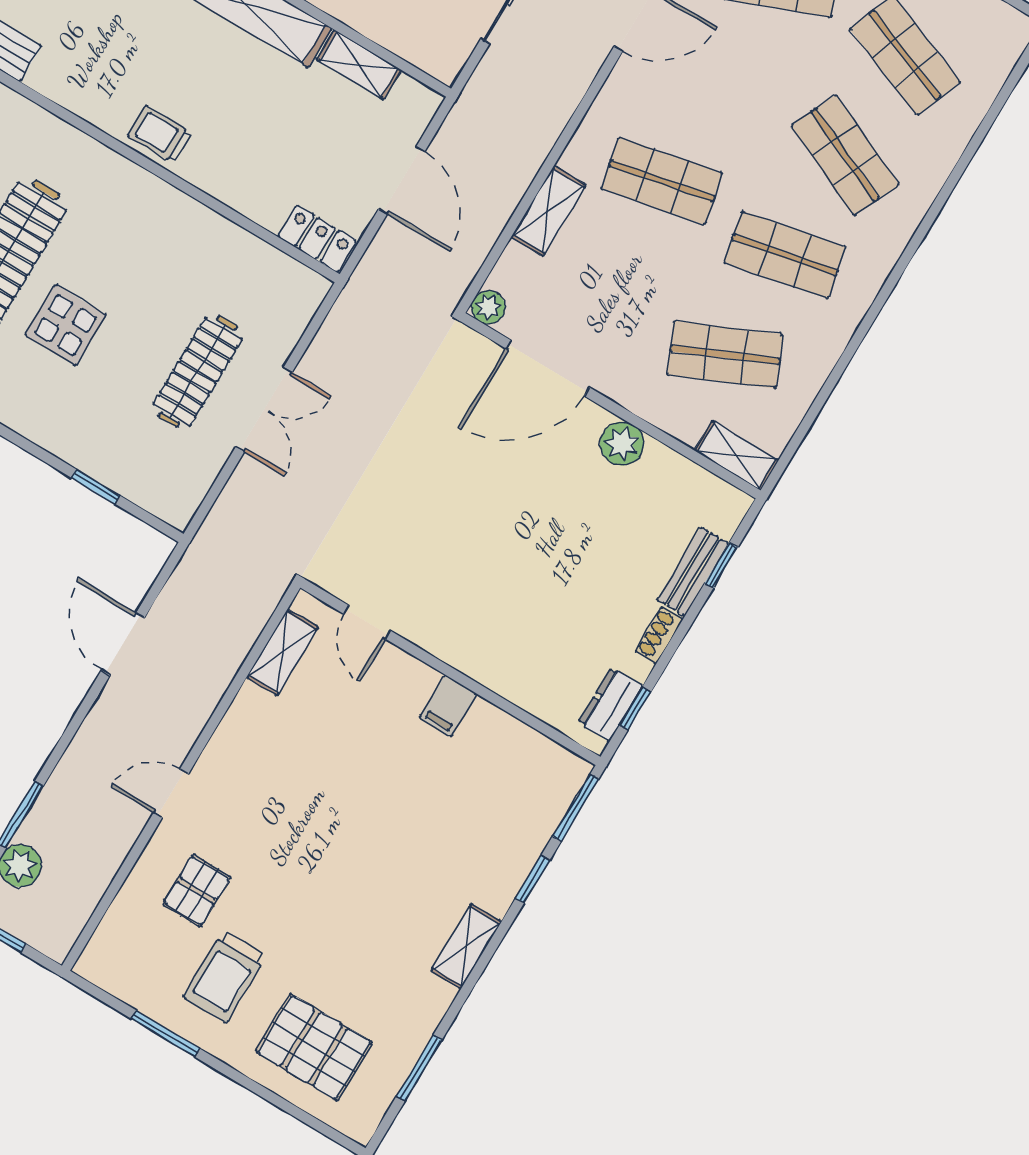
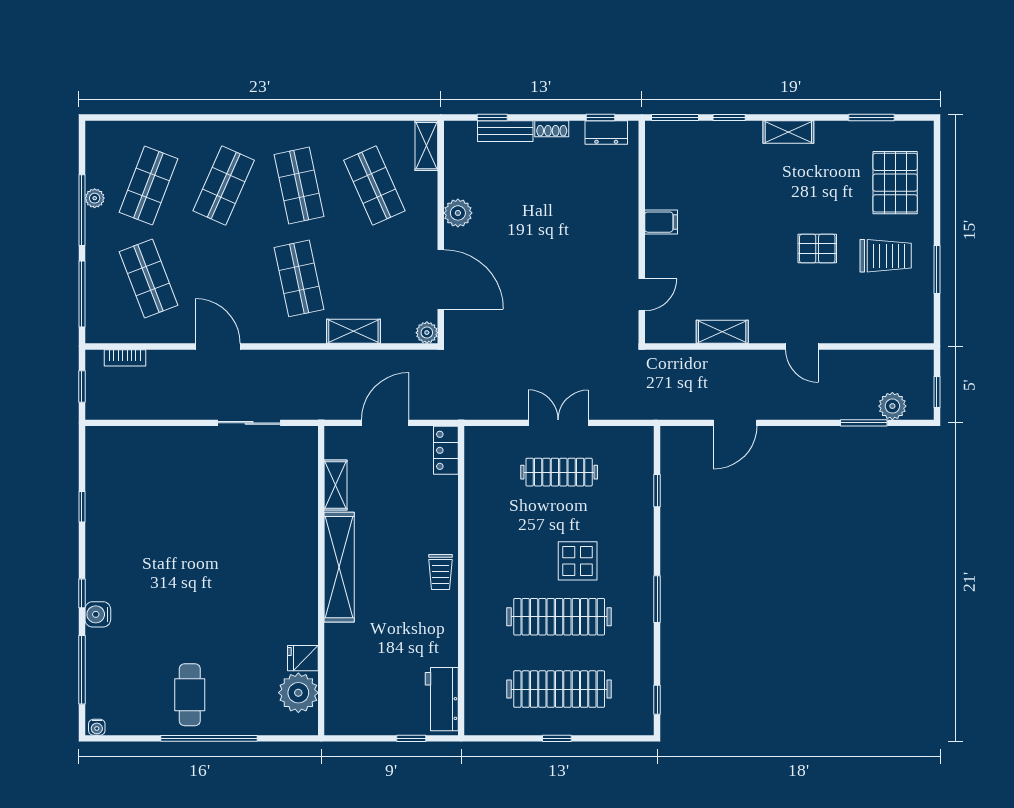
shelving: (282, 652) -> (722, 332), moved
pallet: (197, 891) -> (817, 249), moved

